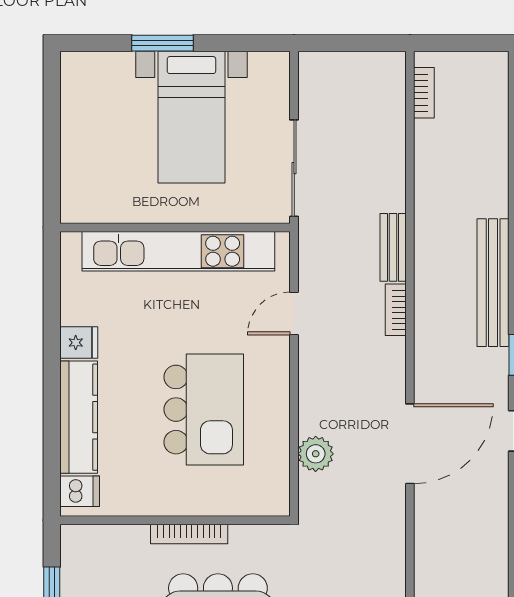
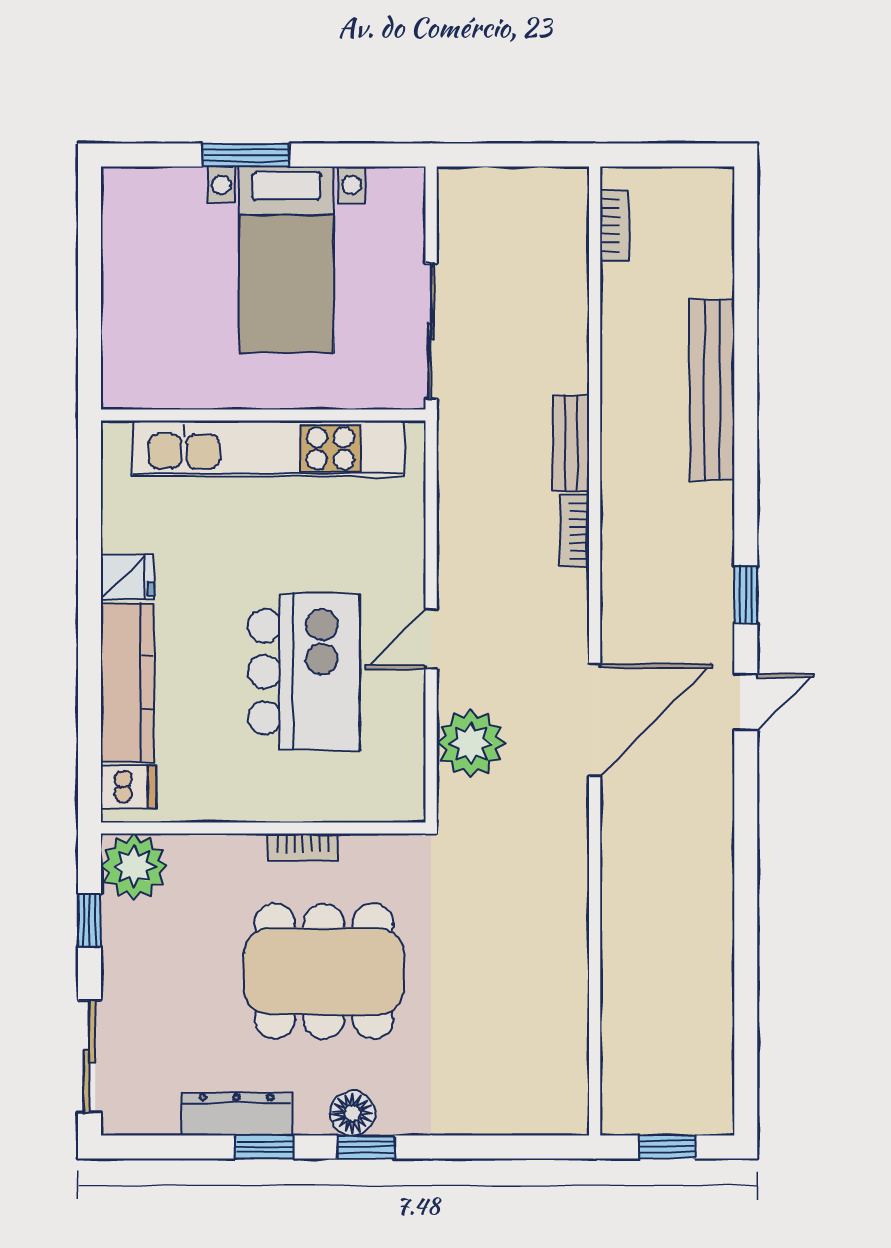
bench: (493, 283) -> (712, 390), moved
door: (294, 313) -> (431, 639), moved
plant: (316, 454) -> (471, 743), width x1.36, depth x1.36
bookcase: (189, 534) -> (303, 847), width x0.64
plant: (83, 548) -> (134, 867), added

